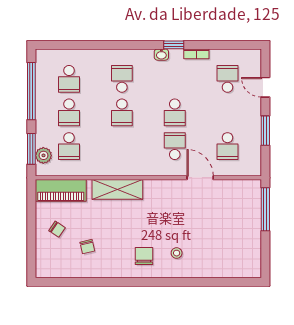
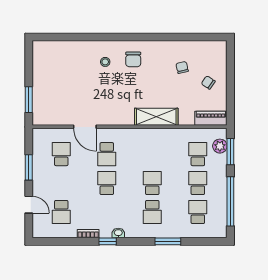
window: (104, 45) -> (168, 241), added
piano: (61, 190) -> (211, 118), width x0.73, depth x0.75
window: (265, 209) -> (29, 100), width x0.69

